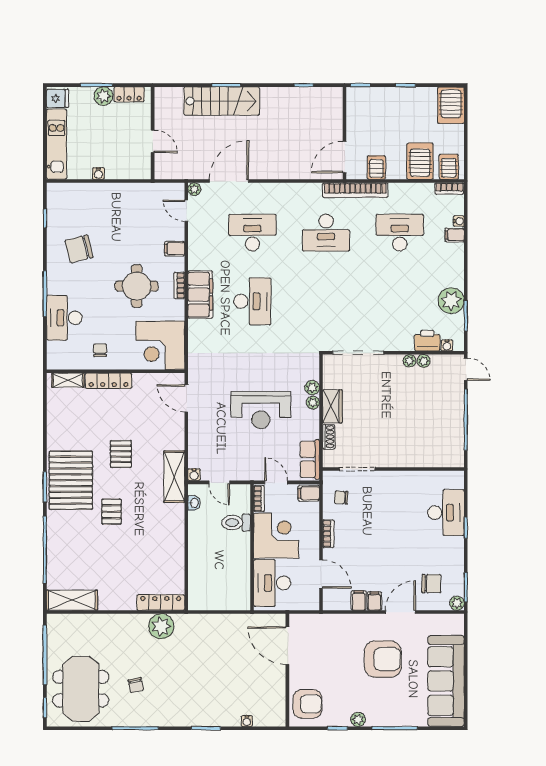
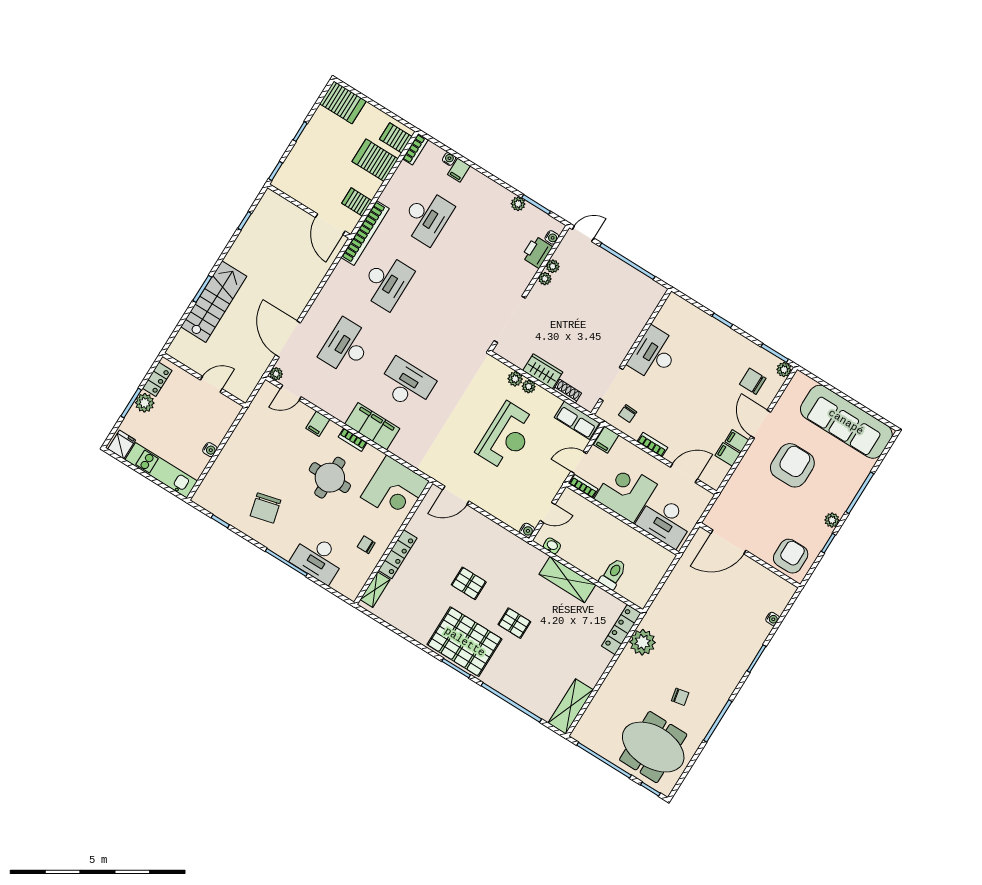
desk: (400, 233) -> (427, 217), turned 180
plant: (451, 301) -> (518, 204), width x0.53, depth x0.53
shelving: (174, 477) -> (567, 580), moved
desk: (446, 513) -> (654, 354), moved, turned -90
toilet: (236, 523) -> (613, 574), moved, turned 180
chair: (431, 584) -> (753, 381), turned -90

